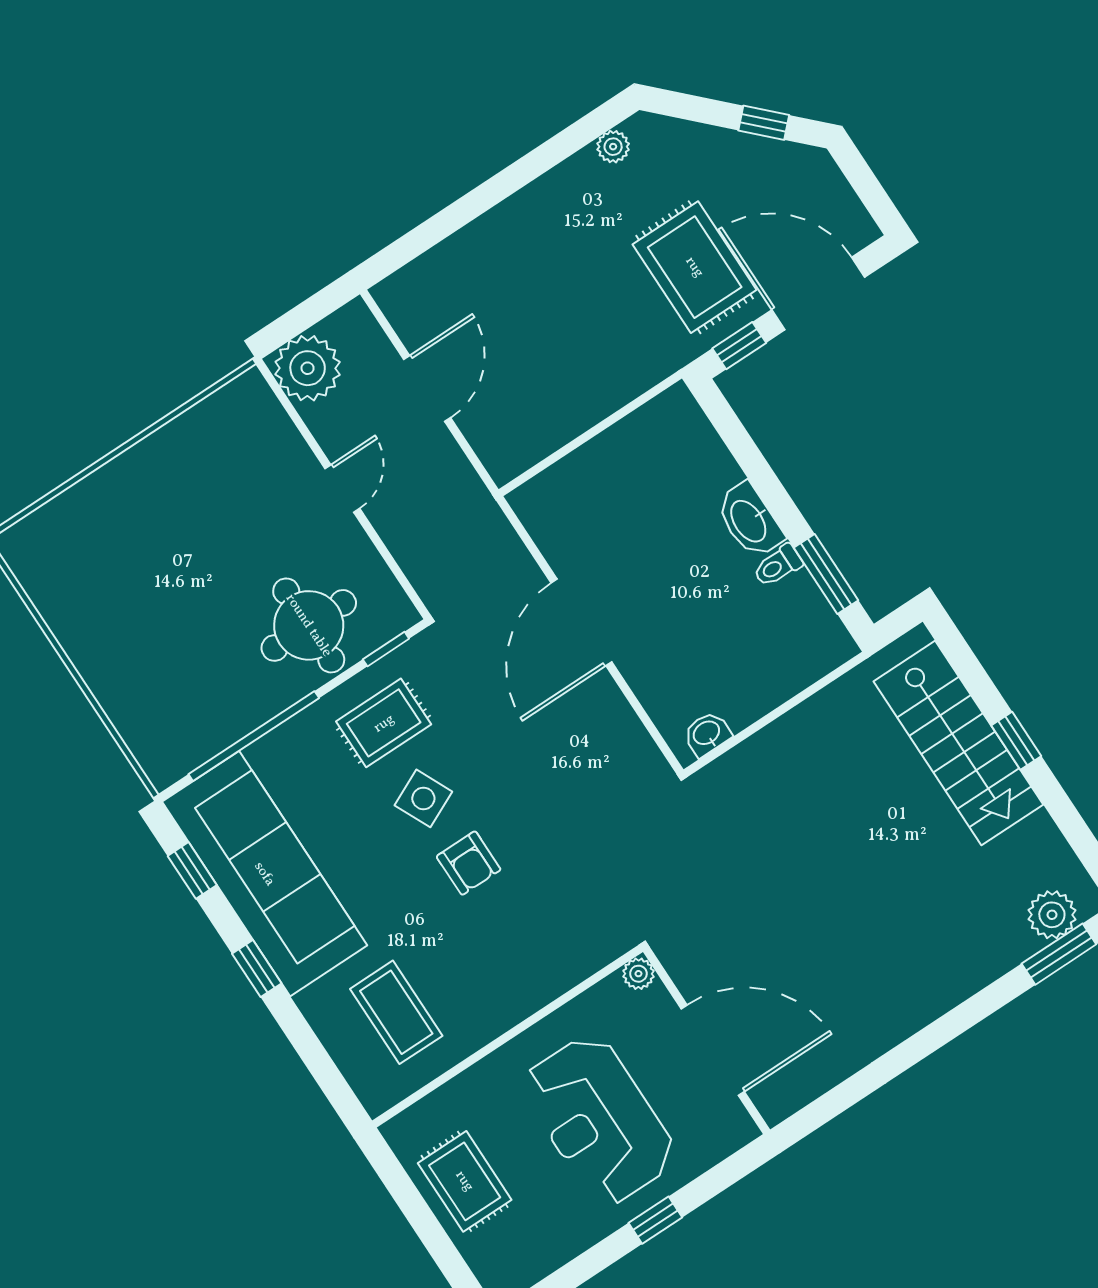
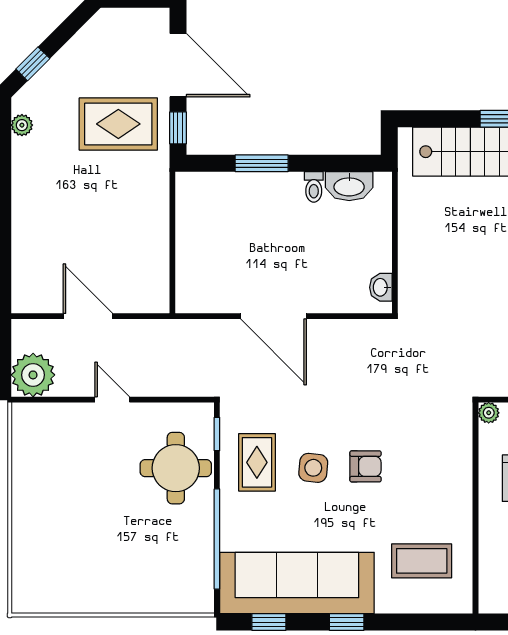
window: (764, 123) -> (33, 64), moved
door: (818, 294) -> (178, 65), swing flipped
washbasin: (749, 520) -> (349, 186), moved
window: (826, 574) -> (262, 163), moved
side table: (423, 798) -> (313, 468), turned 31

